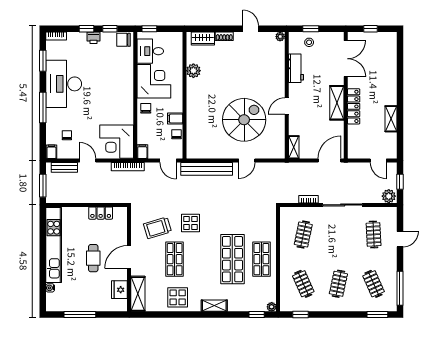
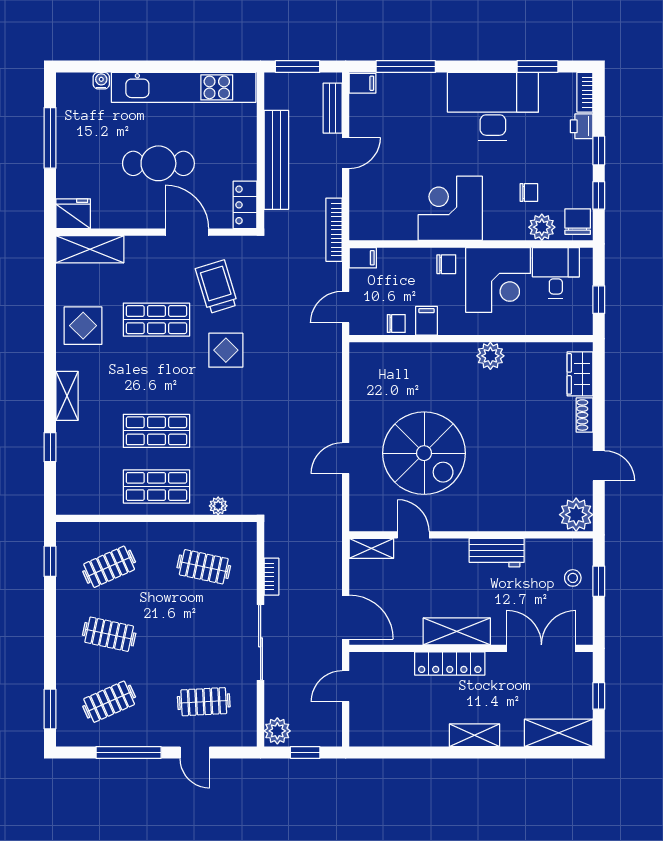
window: (149, 29) -> (599, 300), moved
door: (251, 29) -> (599, 466), hinge flipped
plant: (280, 37) -> (576, 515), width x1.88, depth x1.88
printer: (94, 38) -> (582, 126), moved
shelving: (390, 50) -> (559, 733), added
plant: (126, 58) -> (542, 227), added
double door: (346, 59) -> (541, 648), swing flipped
workbench: (296, 68) -> (497, 553), moved
plant: (193, 71) -> (490, 356), moved
door: (287, 106) -> (413, 535), moved
window: (43, 107) -> (406, 67), moved
shelving: (391, 119) -> (475, 735), moved
chair: (67, 135) -> (529, 193), moved
corner desk: (117, 142) -> (450, 208), moved
door: (247, 161) -> (346, 458), hinge flipped
door: (378, 161) -> (346, 686), moved
bench: (207, 169) -> (276, 160), moved
locker: (101, 213) -> (245, 205), moved
door: (129, 257) -> (187, 232), moved
cafe table: (93, 258) -> (158, 163), width x1.37, depth x1.35
shop shelf: (232, 259) -> (156, 431), width x0.70, depth x0.74
window: (400, 288) -> (129, 752), moved
fridge: (119, 290) -> (73, 214), moved
plant: (272, 307) -> (218, 506), moved
window: (257, 315) -> (50, 447), moved

